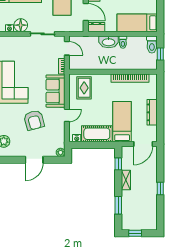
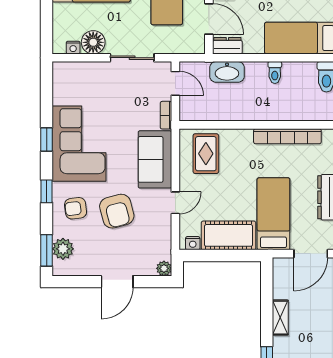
washbasin: (109, 42) -> (227, 72), moved
armchair: (11, 119) -> (76, 208), added
window: (118, 164) -> (267, 289), removed

